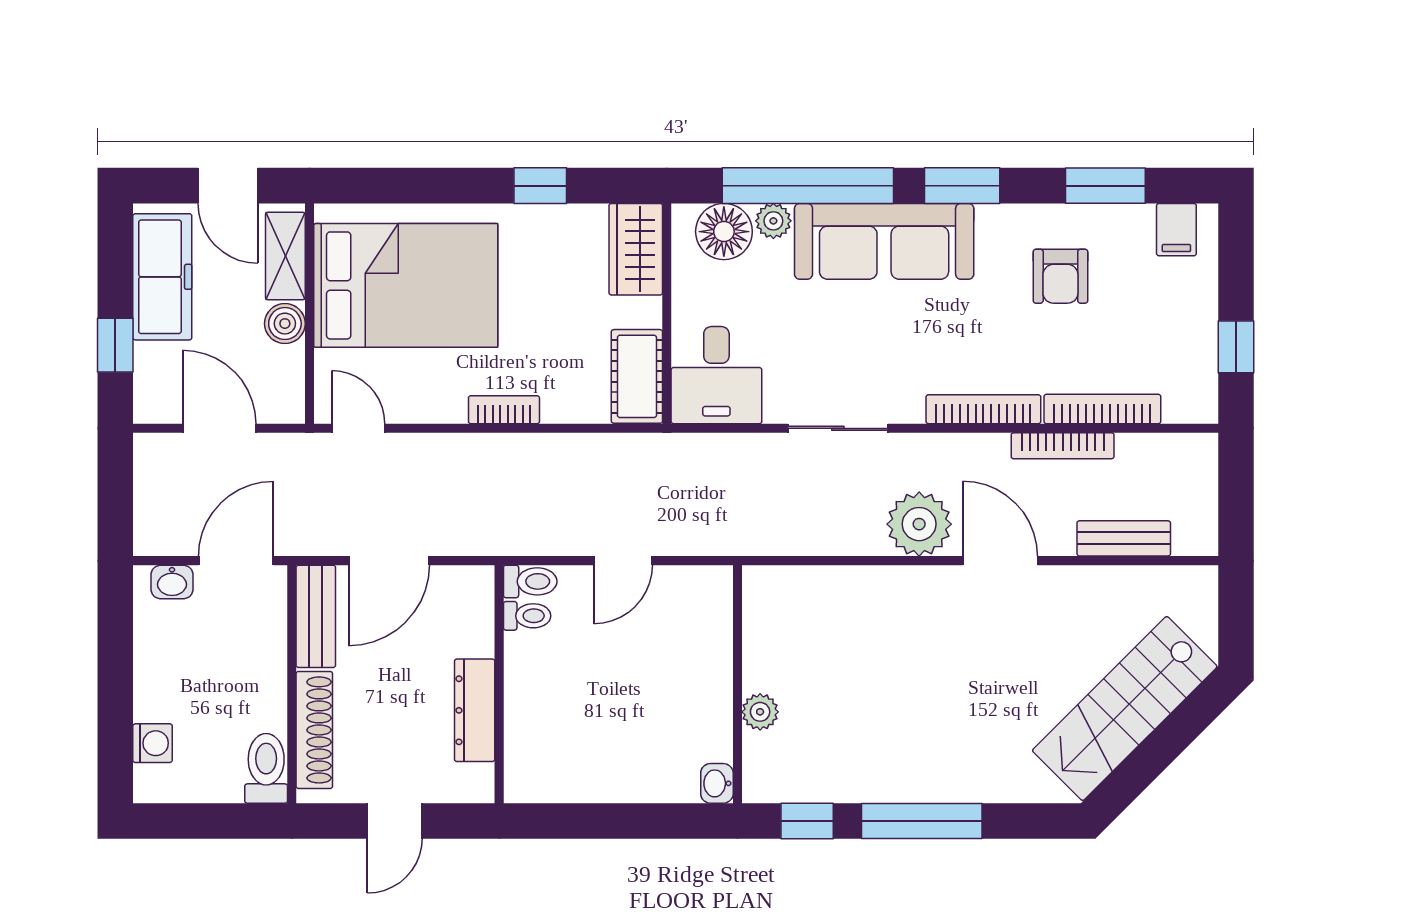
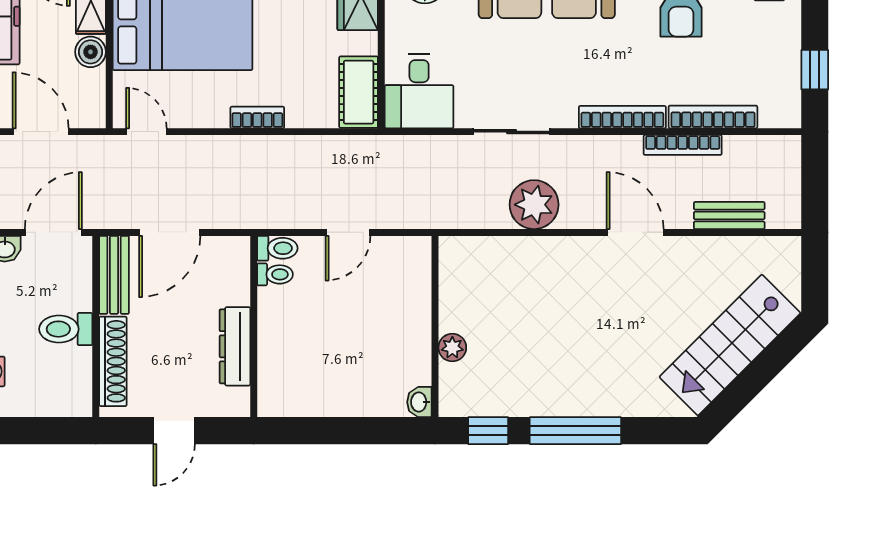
plant: (919, 524) -> (534, 205), moved
toilet: (266, 768) -> (66, 329), moved, turned -90

